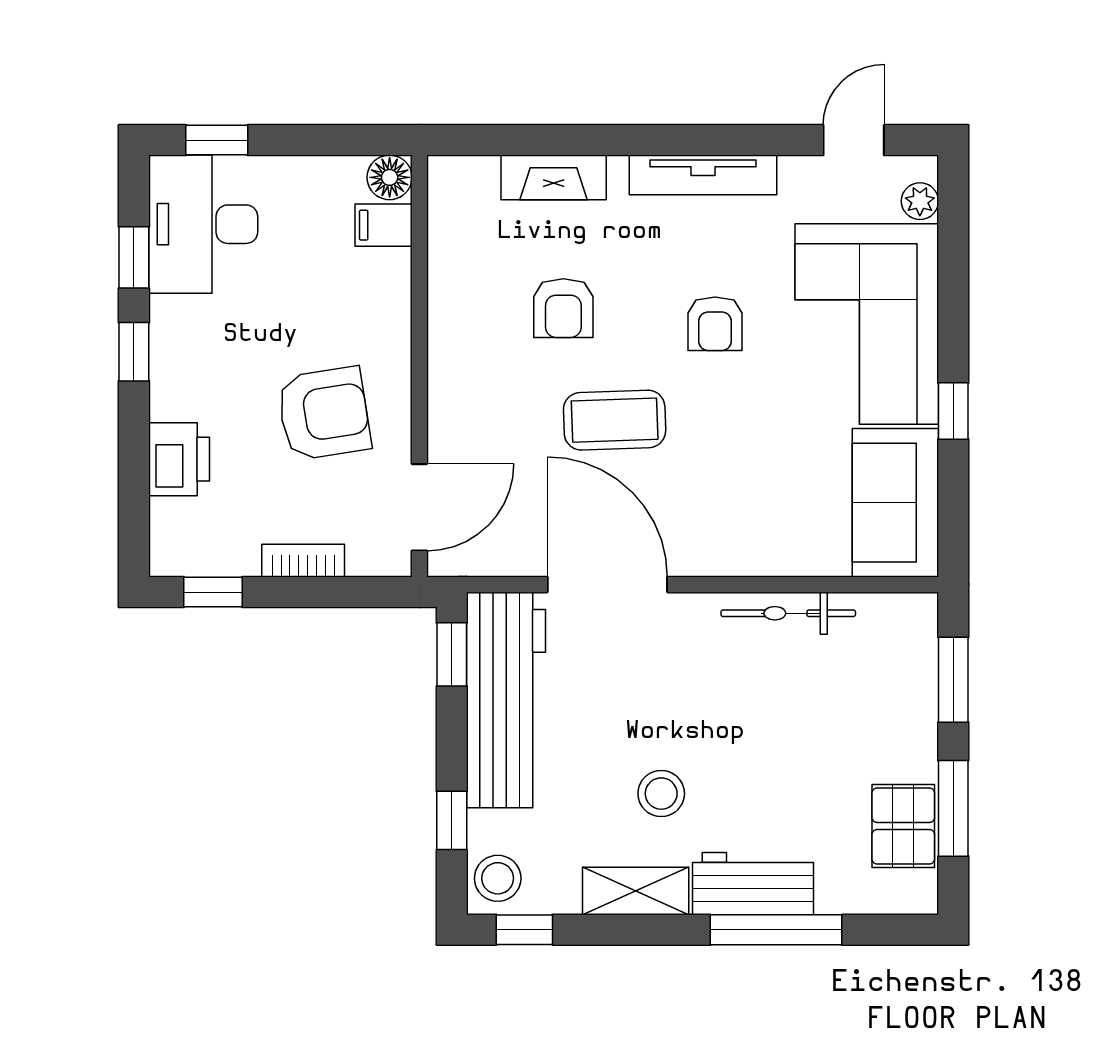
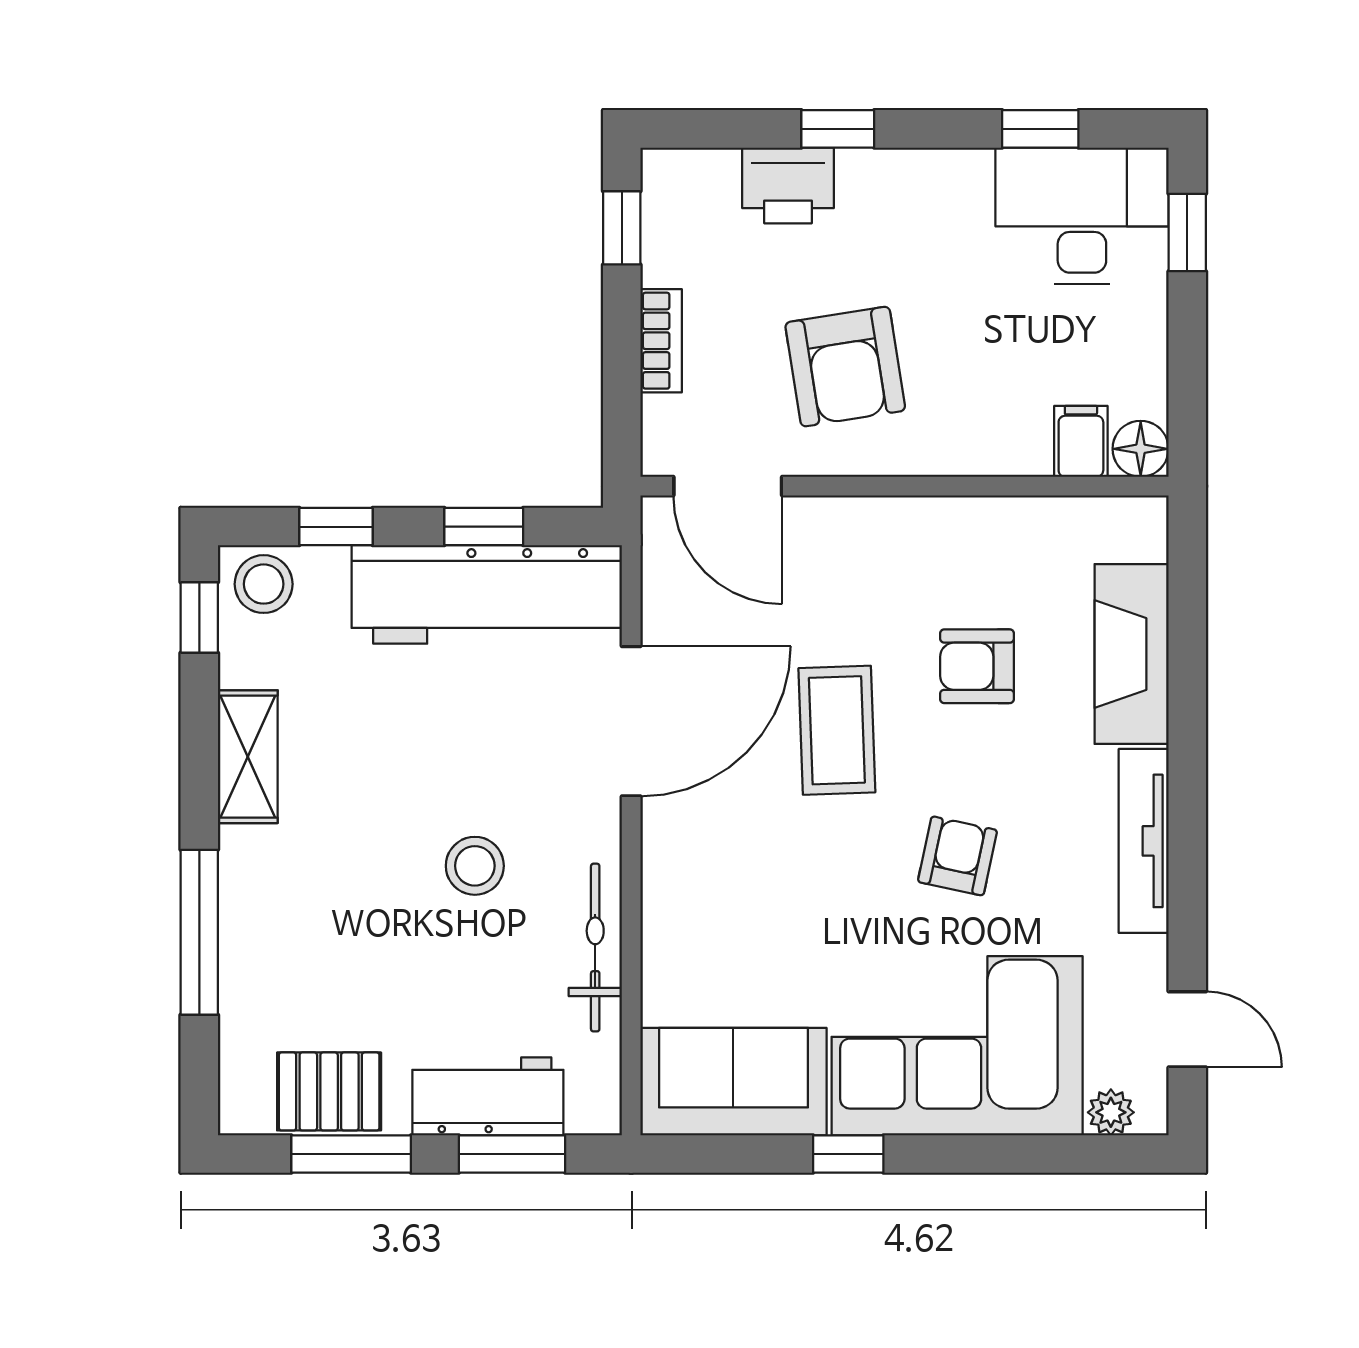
fireplace: (554, 177) -> (1132, 654), width x1.37, depth x1.32
armchair: (715, 324) -> (957, 856), turned 102
window: (134, 352) -> (838, 129), moved
window: (452, 654) -> (484, 527), moved
stool: (661, 794) -> (475, 866), moved
workbench: (753, 884) -> (488, 1096), moved, turned -90

